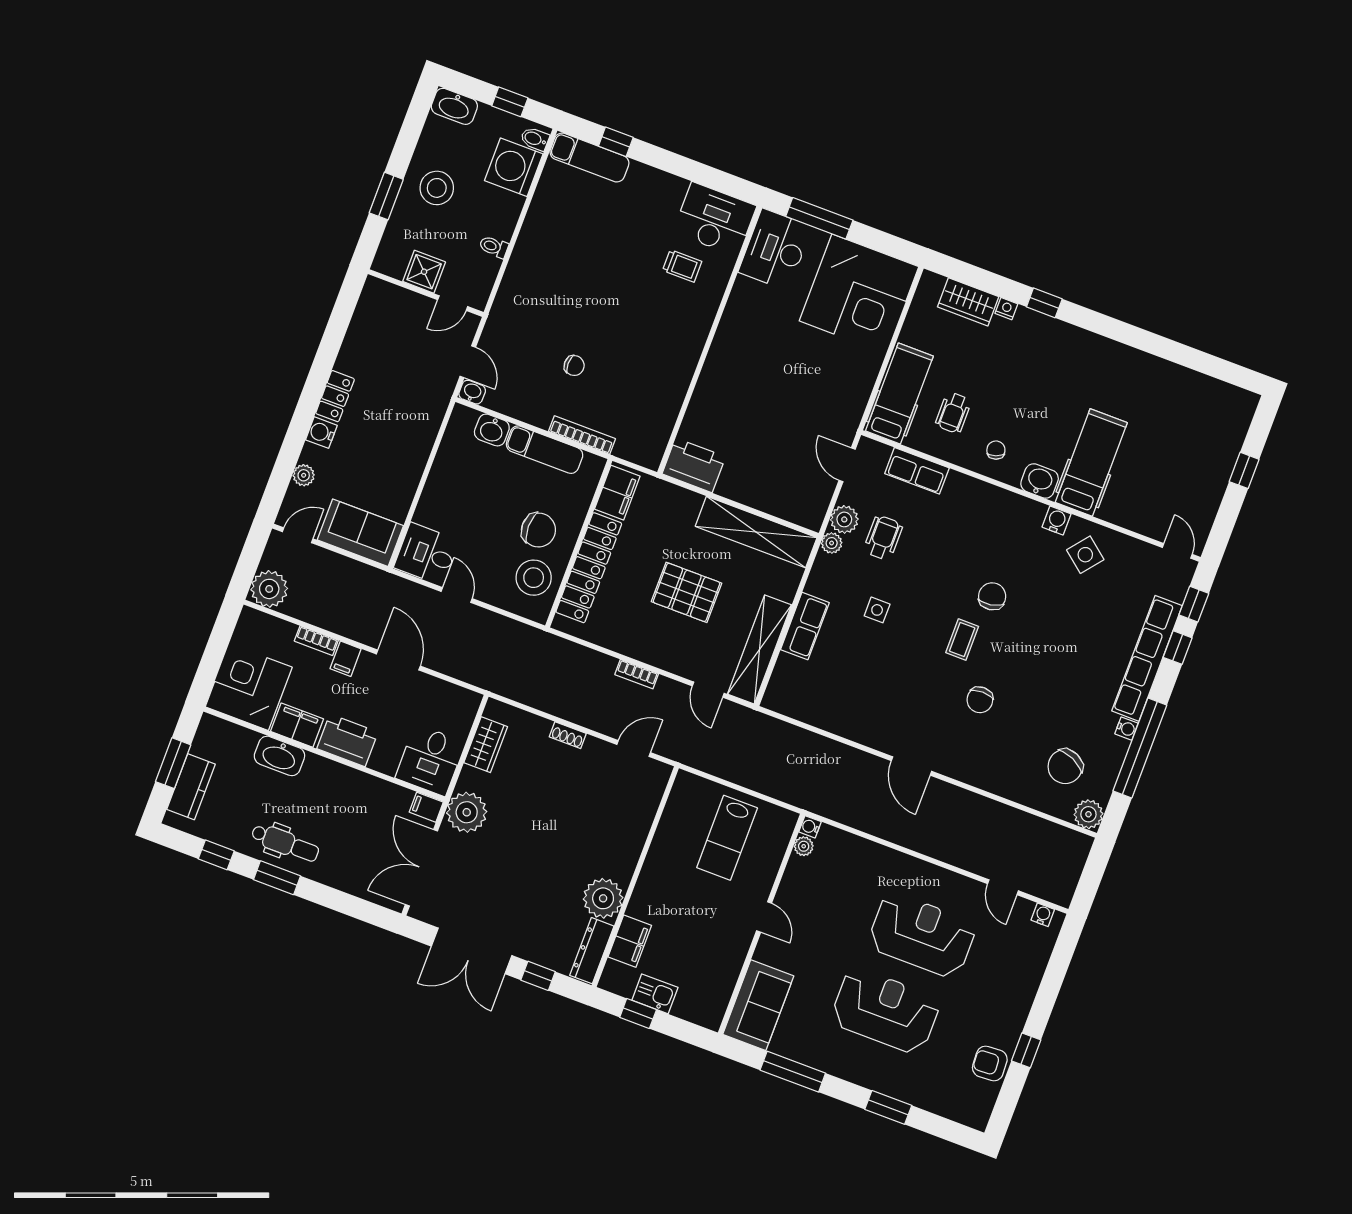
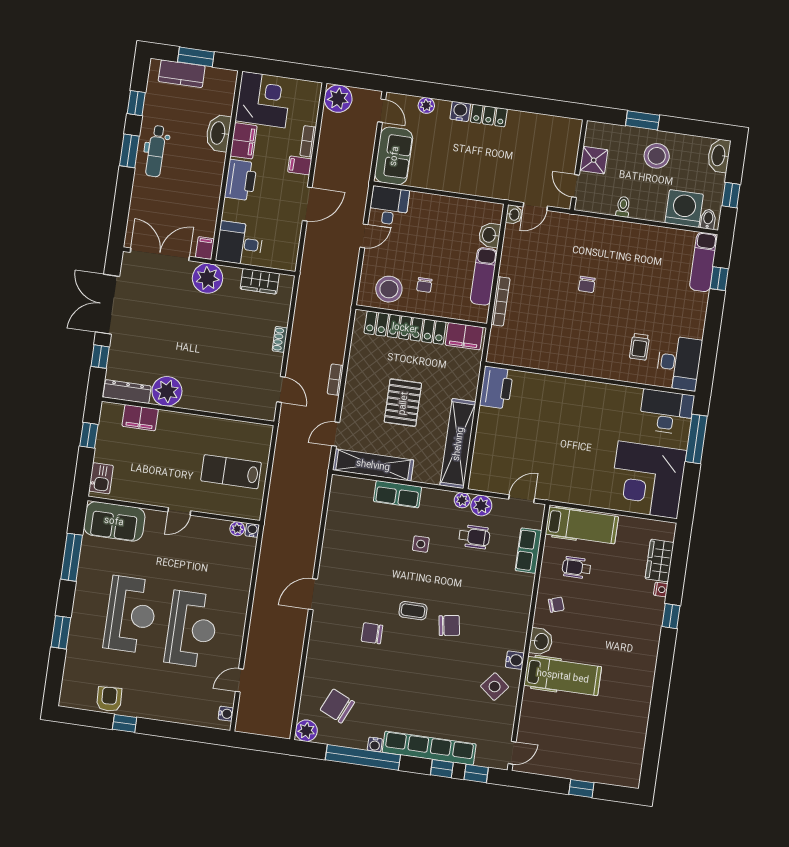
chair: (574, 365) -> (587, 284), moved
chair: (538, 530) -> (424, 285), width x0.54, depth x0.54
kitchen sink: (655, 994) -> (101, 478), moved

